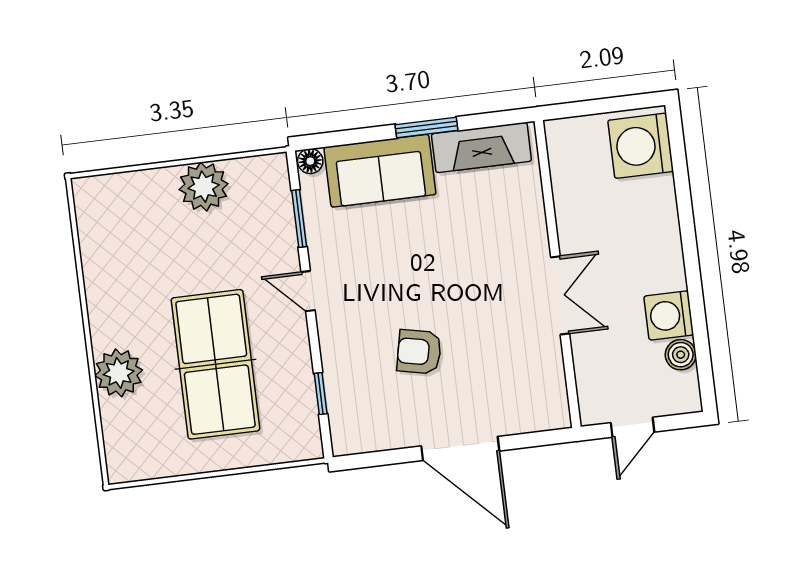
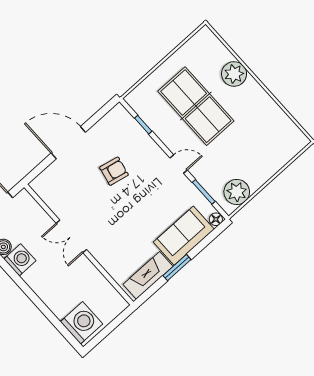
plant: (204, 187) -> (237, 192), moved

